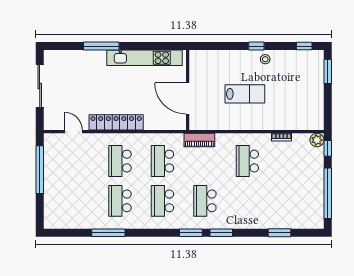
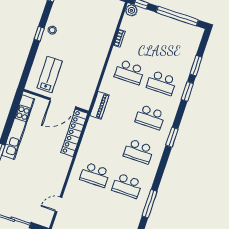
lab bench: (245, 94) -> (50, 74), moved
locker: (116, 122) -> (74, 133), moved
school desk: (162, 161) -> (162, 83), moved
window: (221, 233) -> (187, 91), moved

